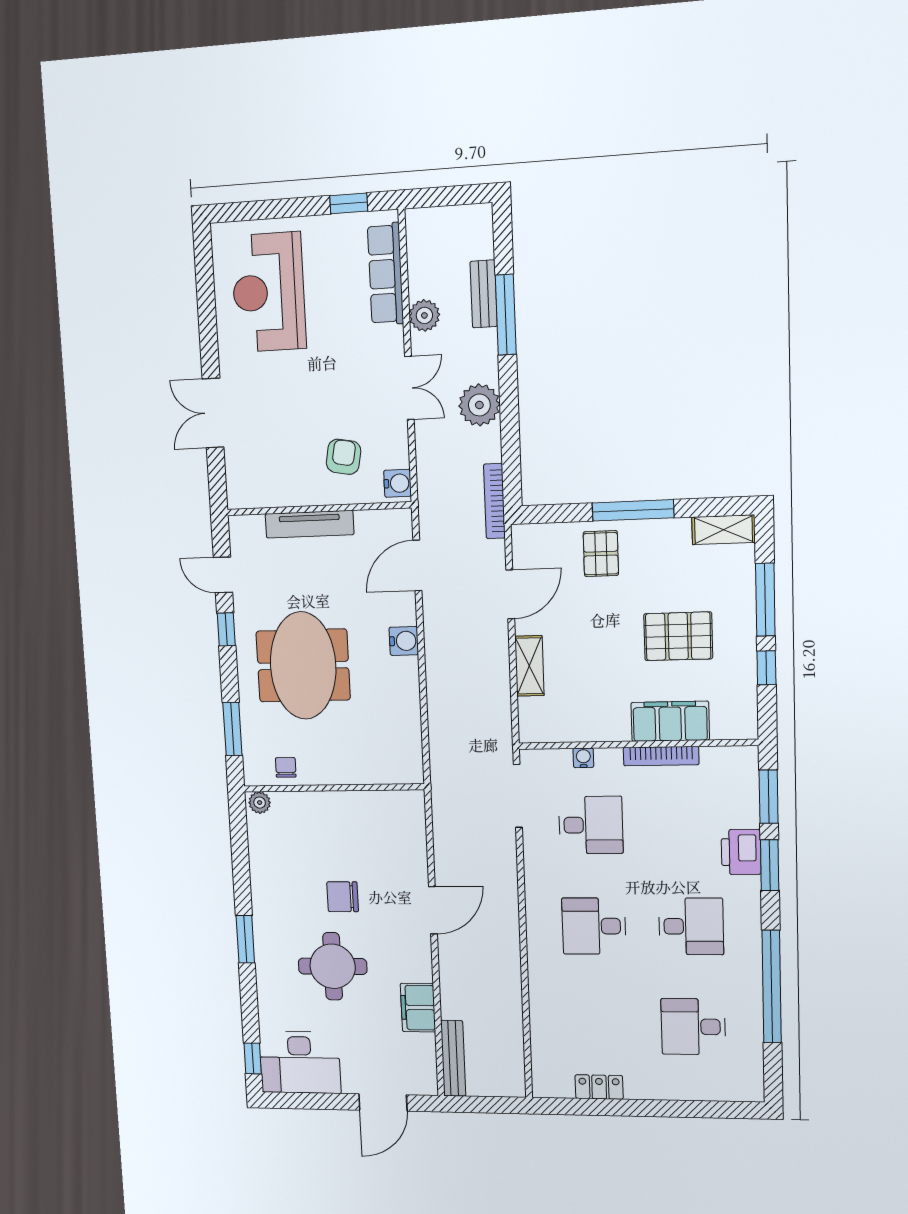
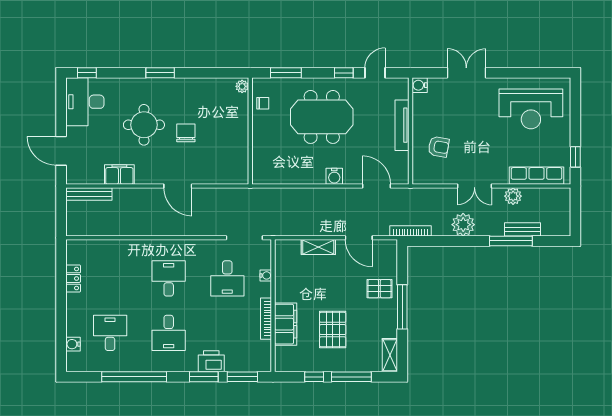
reception desk: (269, 292) -> (531, 109), turned 180
water cooler: (398, 483) -> (420, 85), moved, turned 90
water cooler: (715, 1089) -> (73, 344), added

